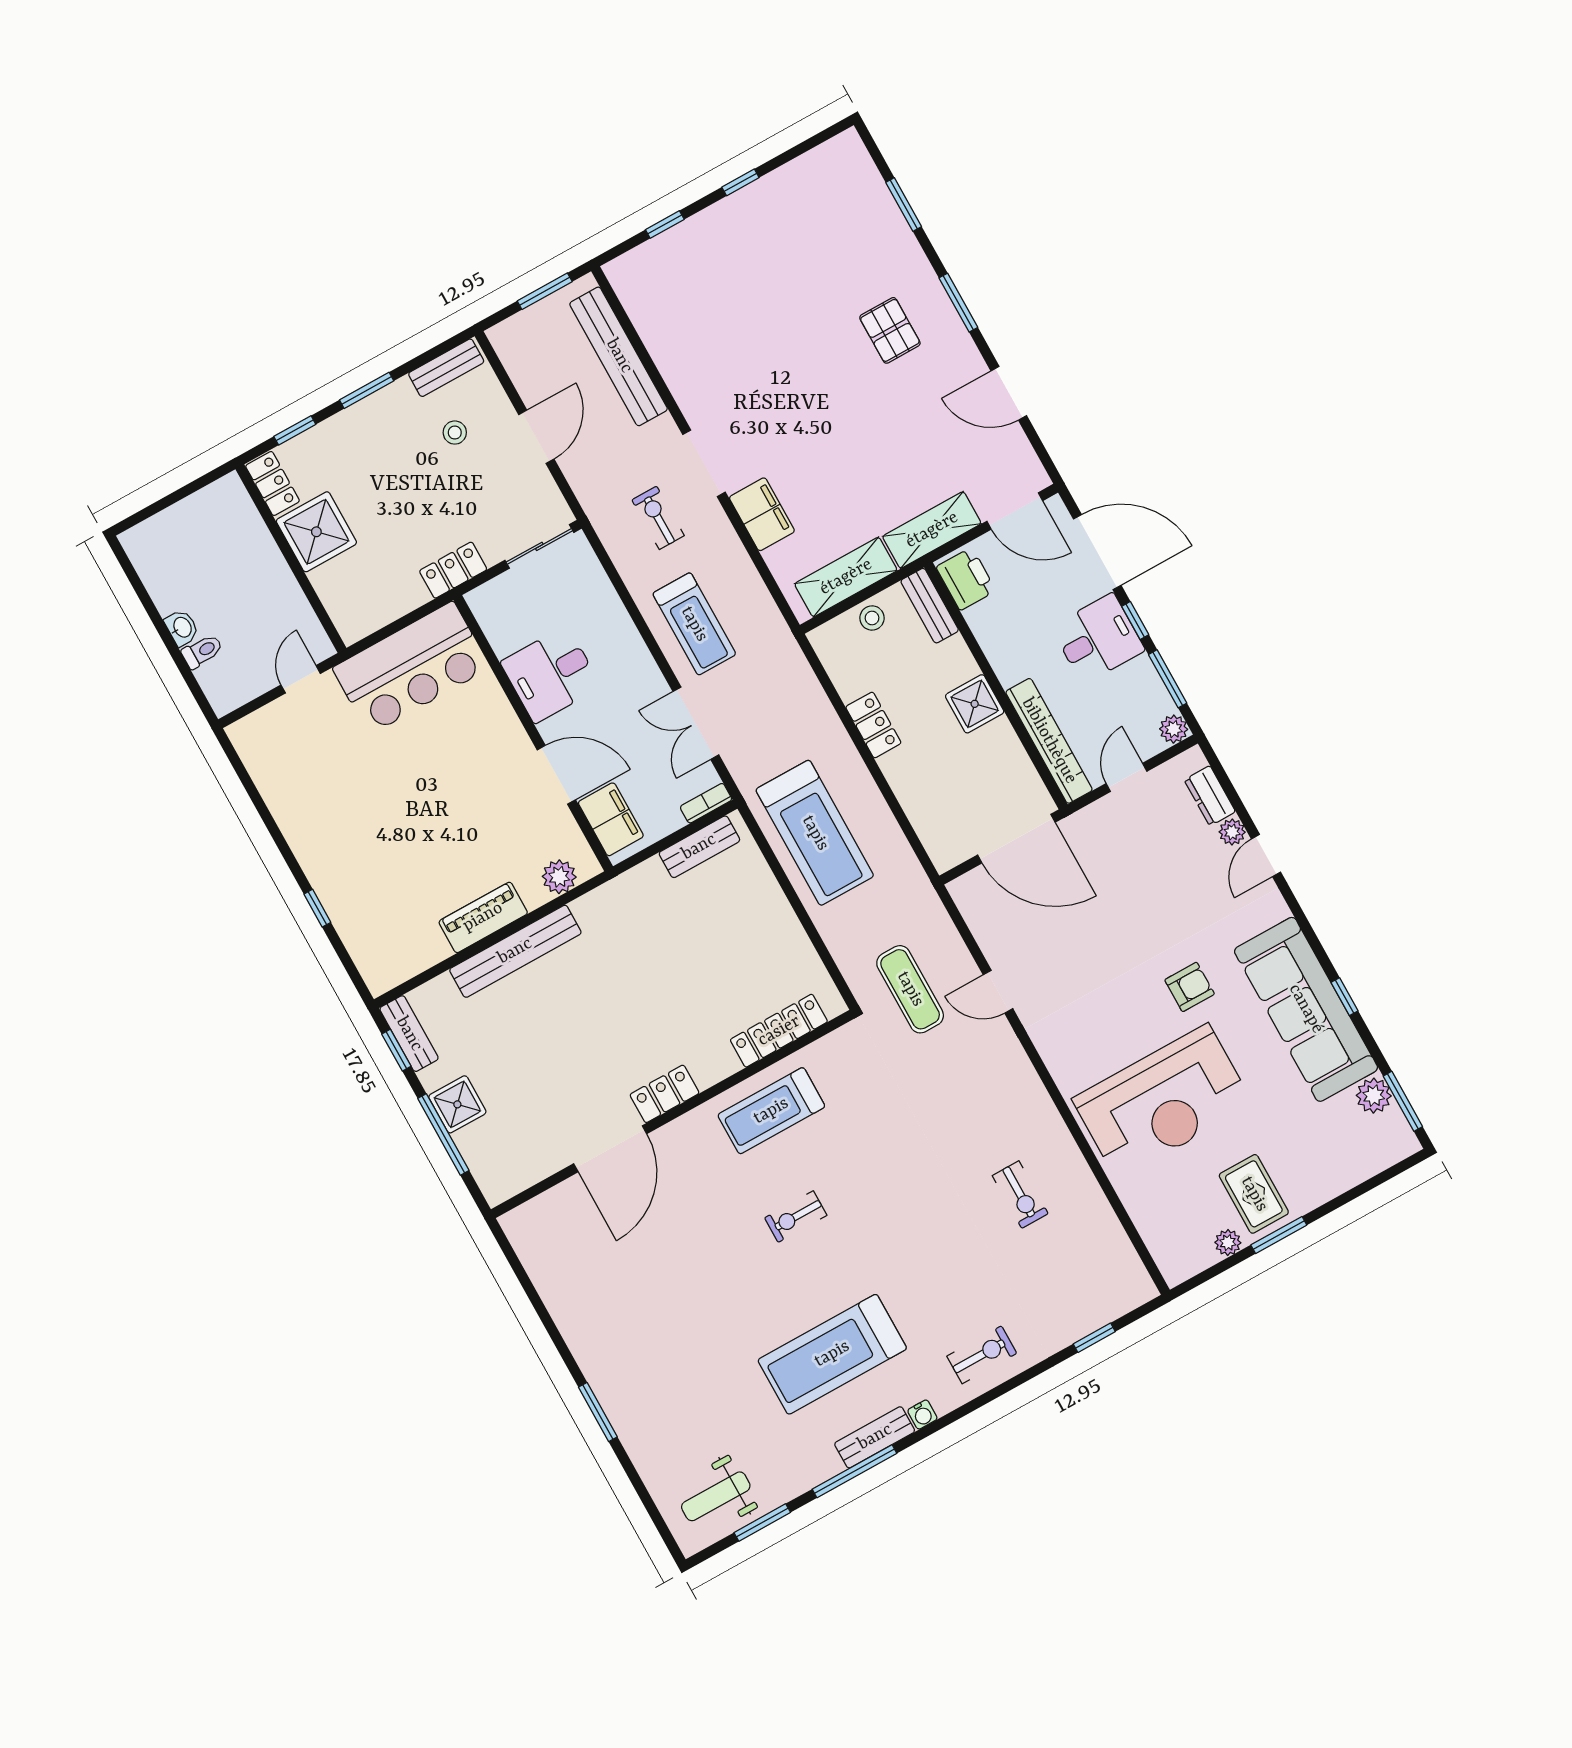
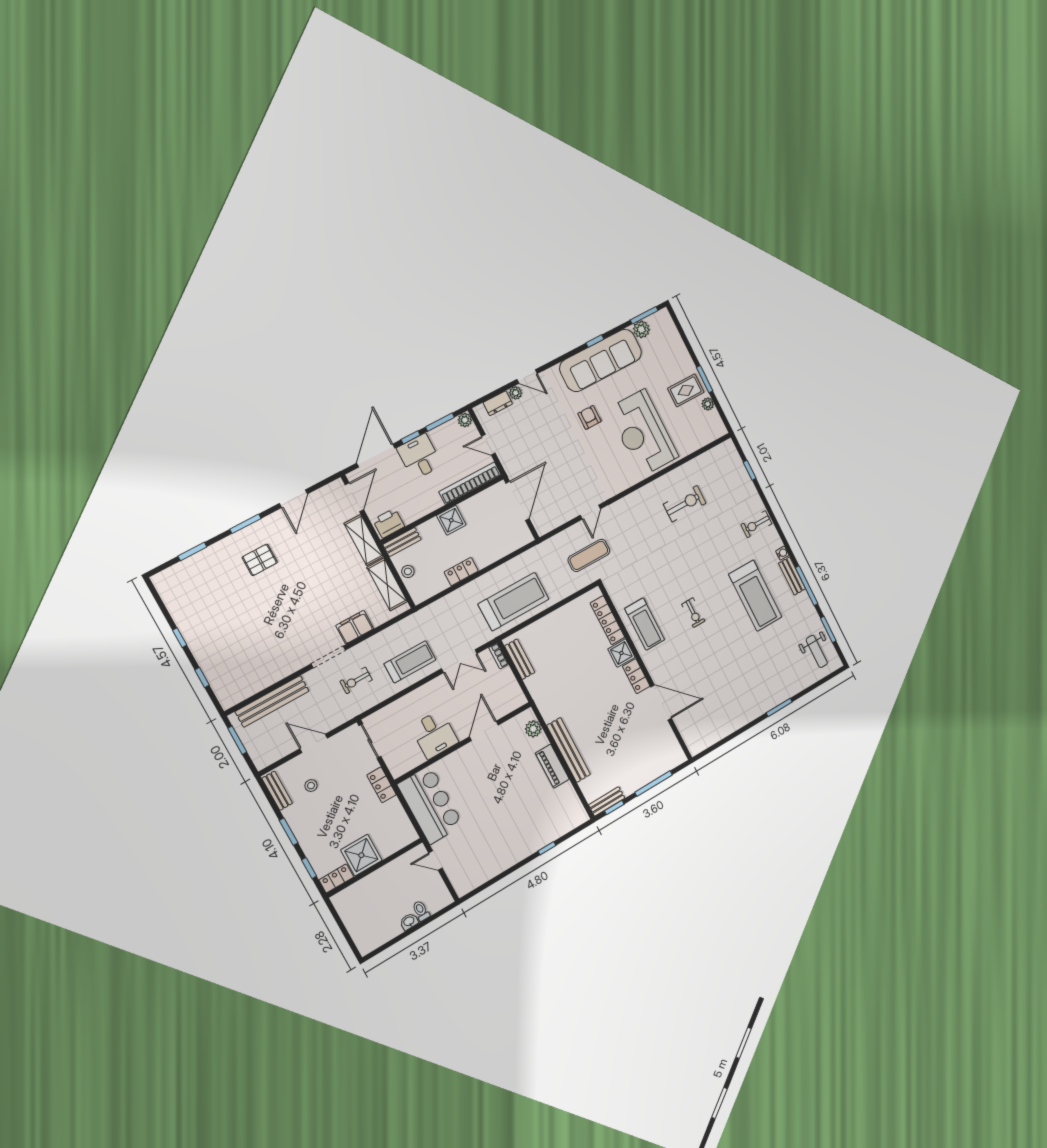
filing cabinet: (611, 819) -> (506, 703), removed
reception desk: (1163, 1102) -> (643, 433), turned 180
shower: (457, 1104) -> (621, 653), moved
exercise bike: (1020, 1195) -> (685, 504), width x1.38, depth x1.39
exercise bike: (982, 1355) -> (756, 524), turned -90

